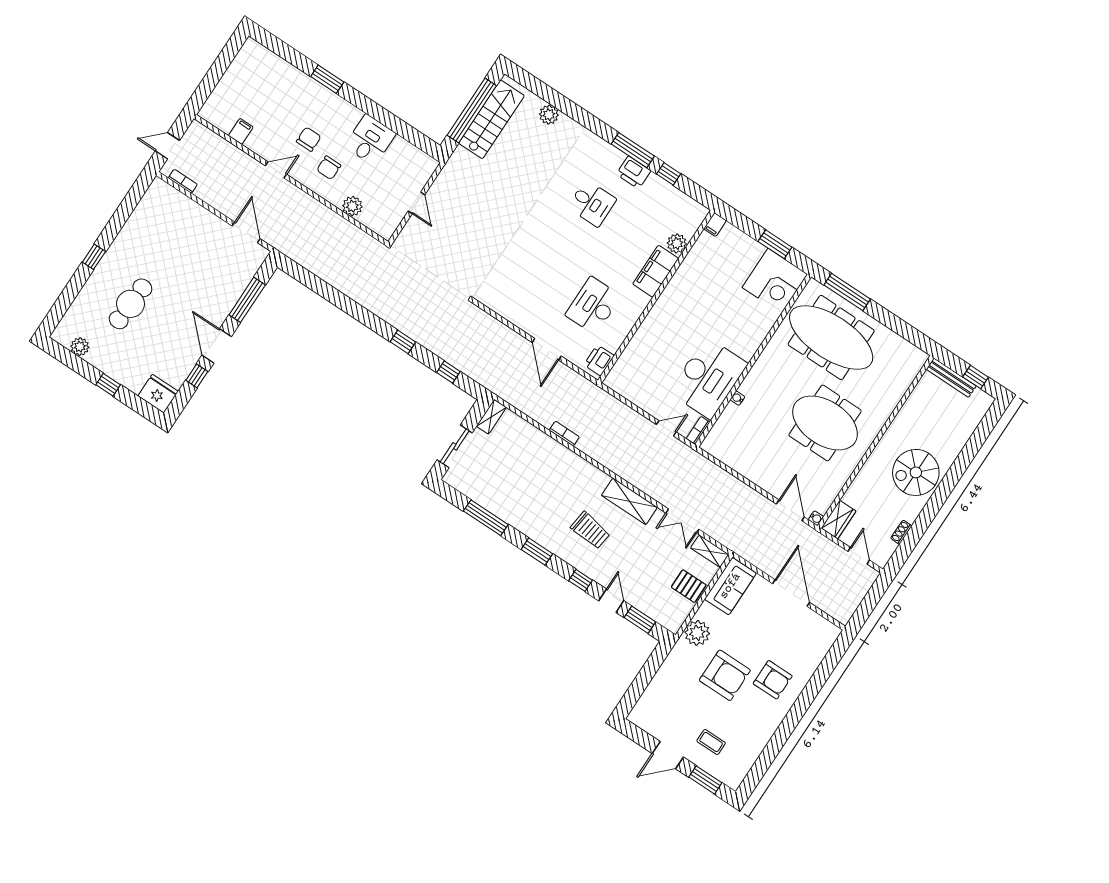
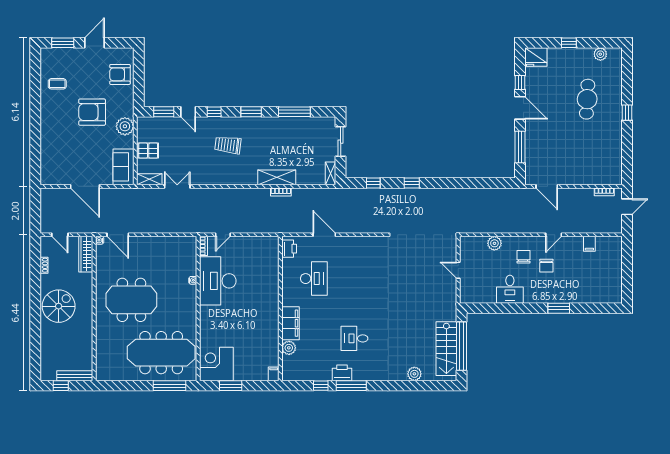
shelving: (629, 501) -> (277, 177), moved
wardrobe: (839, 520) -> (86, 254), width x1.50
armchair: (773, 680) -> (120, 74), moved
coffee table: (711, 742) -> (57, 84), moved

